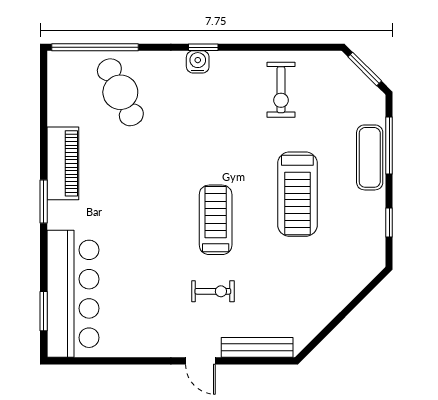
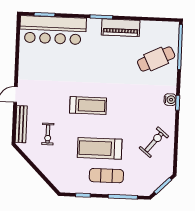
exercise bike: (281, 90) -> (154, 142), turned 129
exercise mat: (370, 157) -> (106, 176), moved
exercise bike: (213, 291) -> (48, 134), moved

